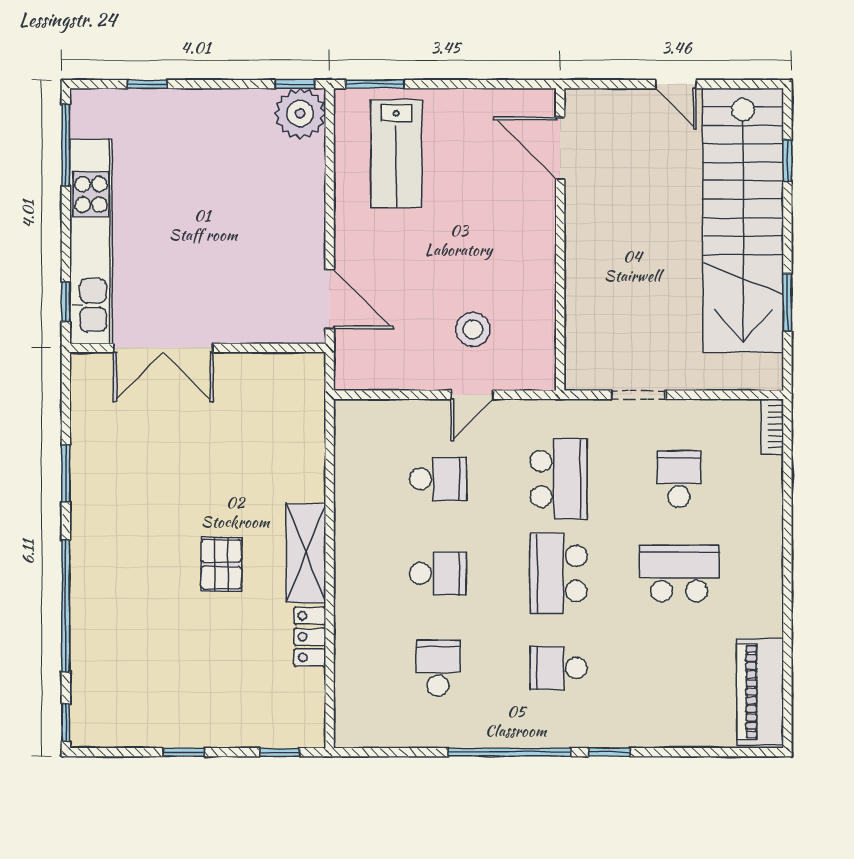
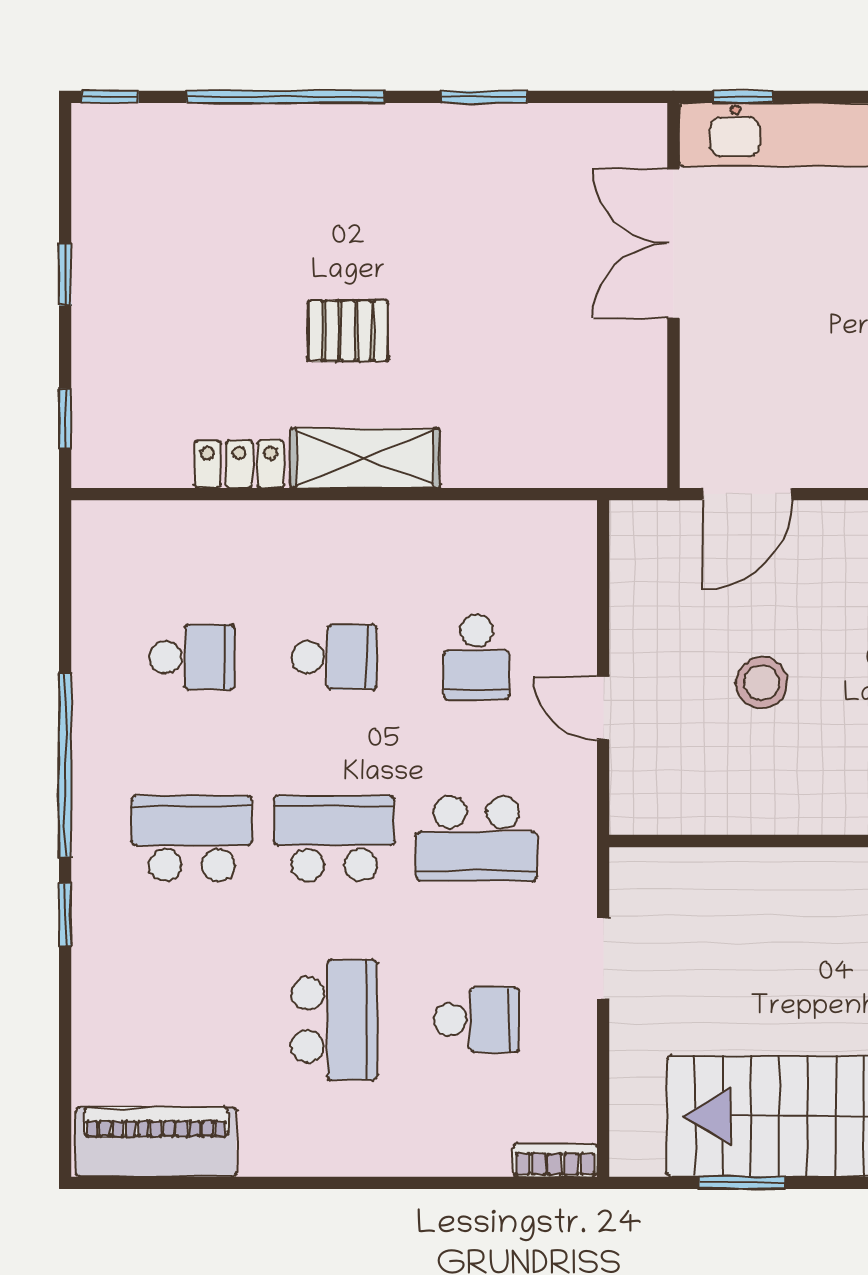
stool: (473, 329) -> (762, 683), moved
school desk: (438, 573) -> (334, 657), turned -90
school desk: (559, 668) -> (192, 838), width x1.85

